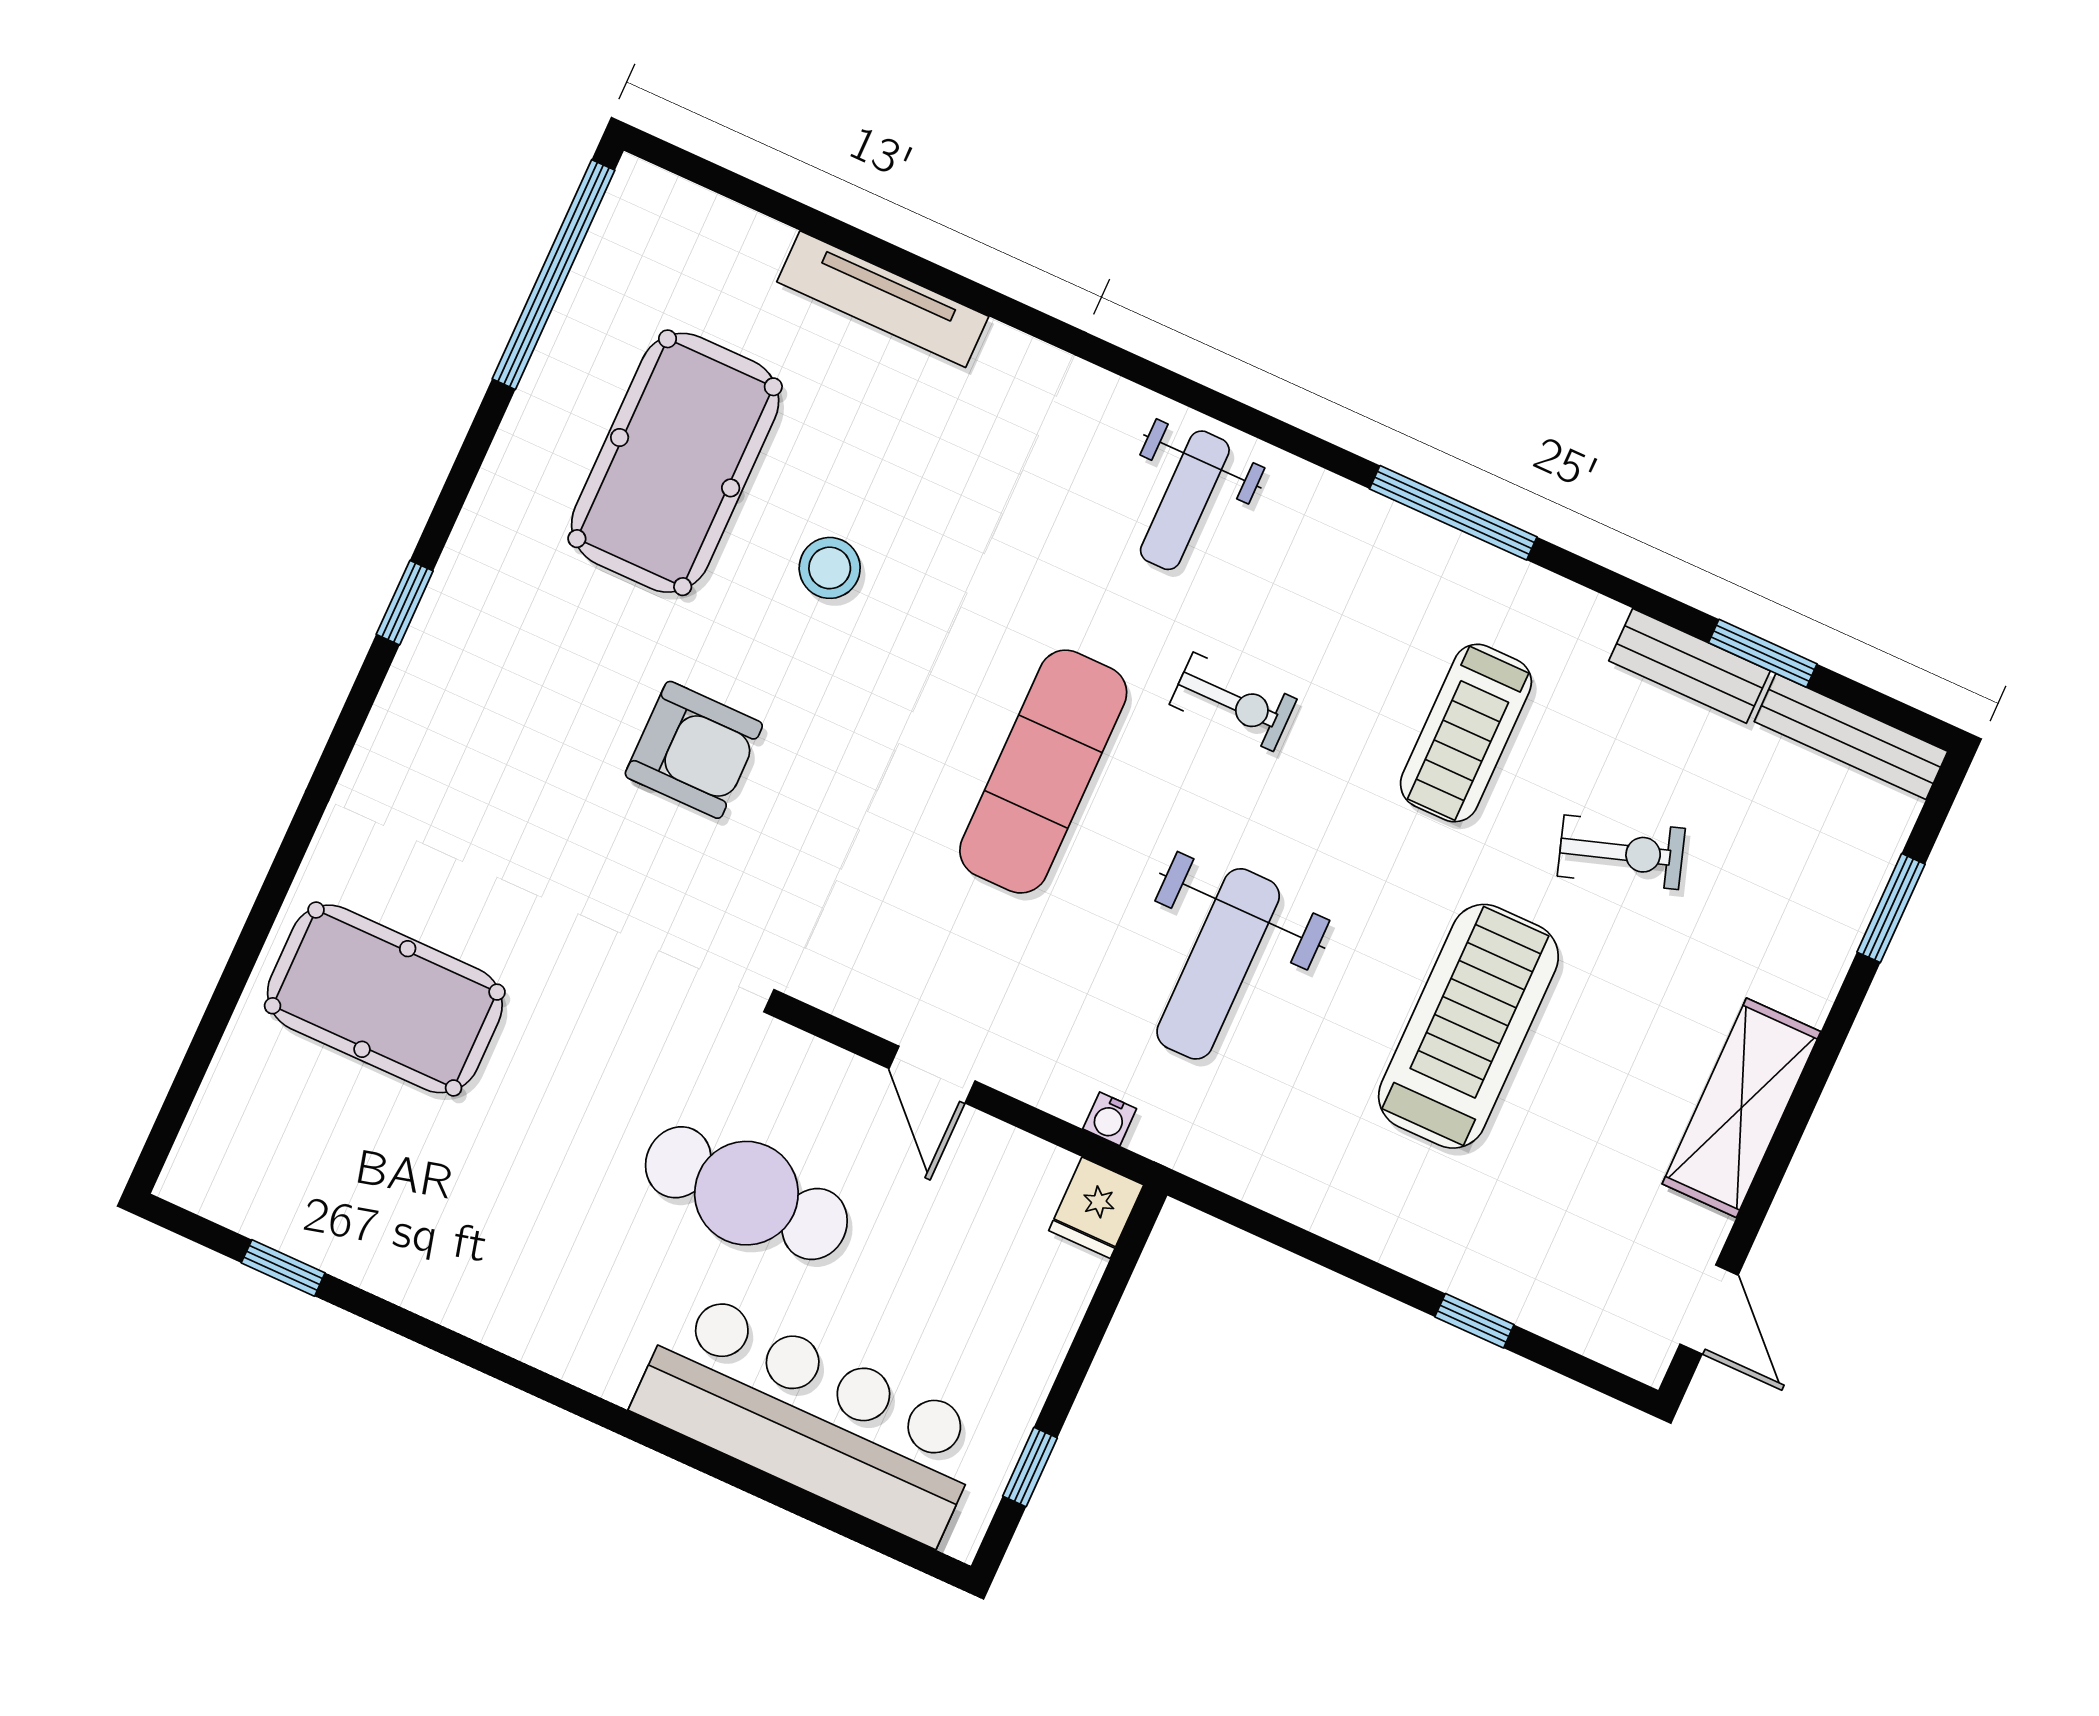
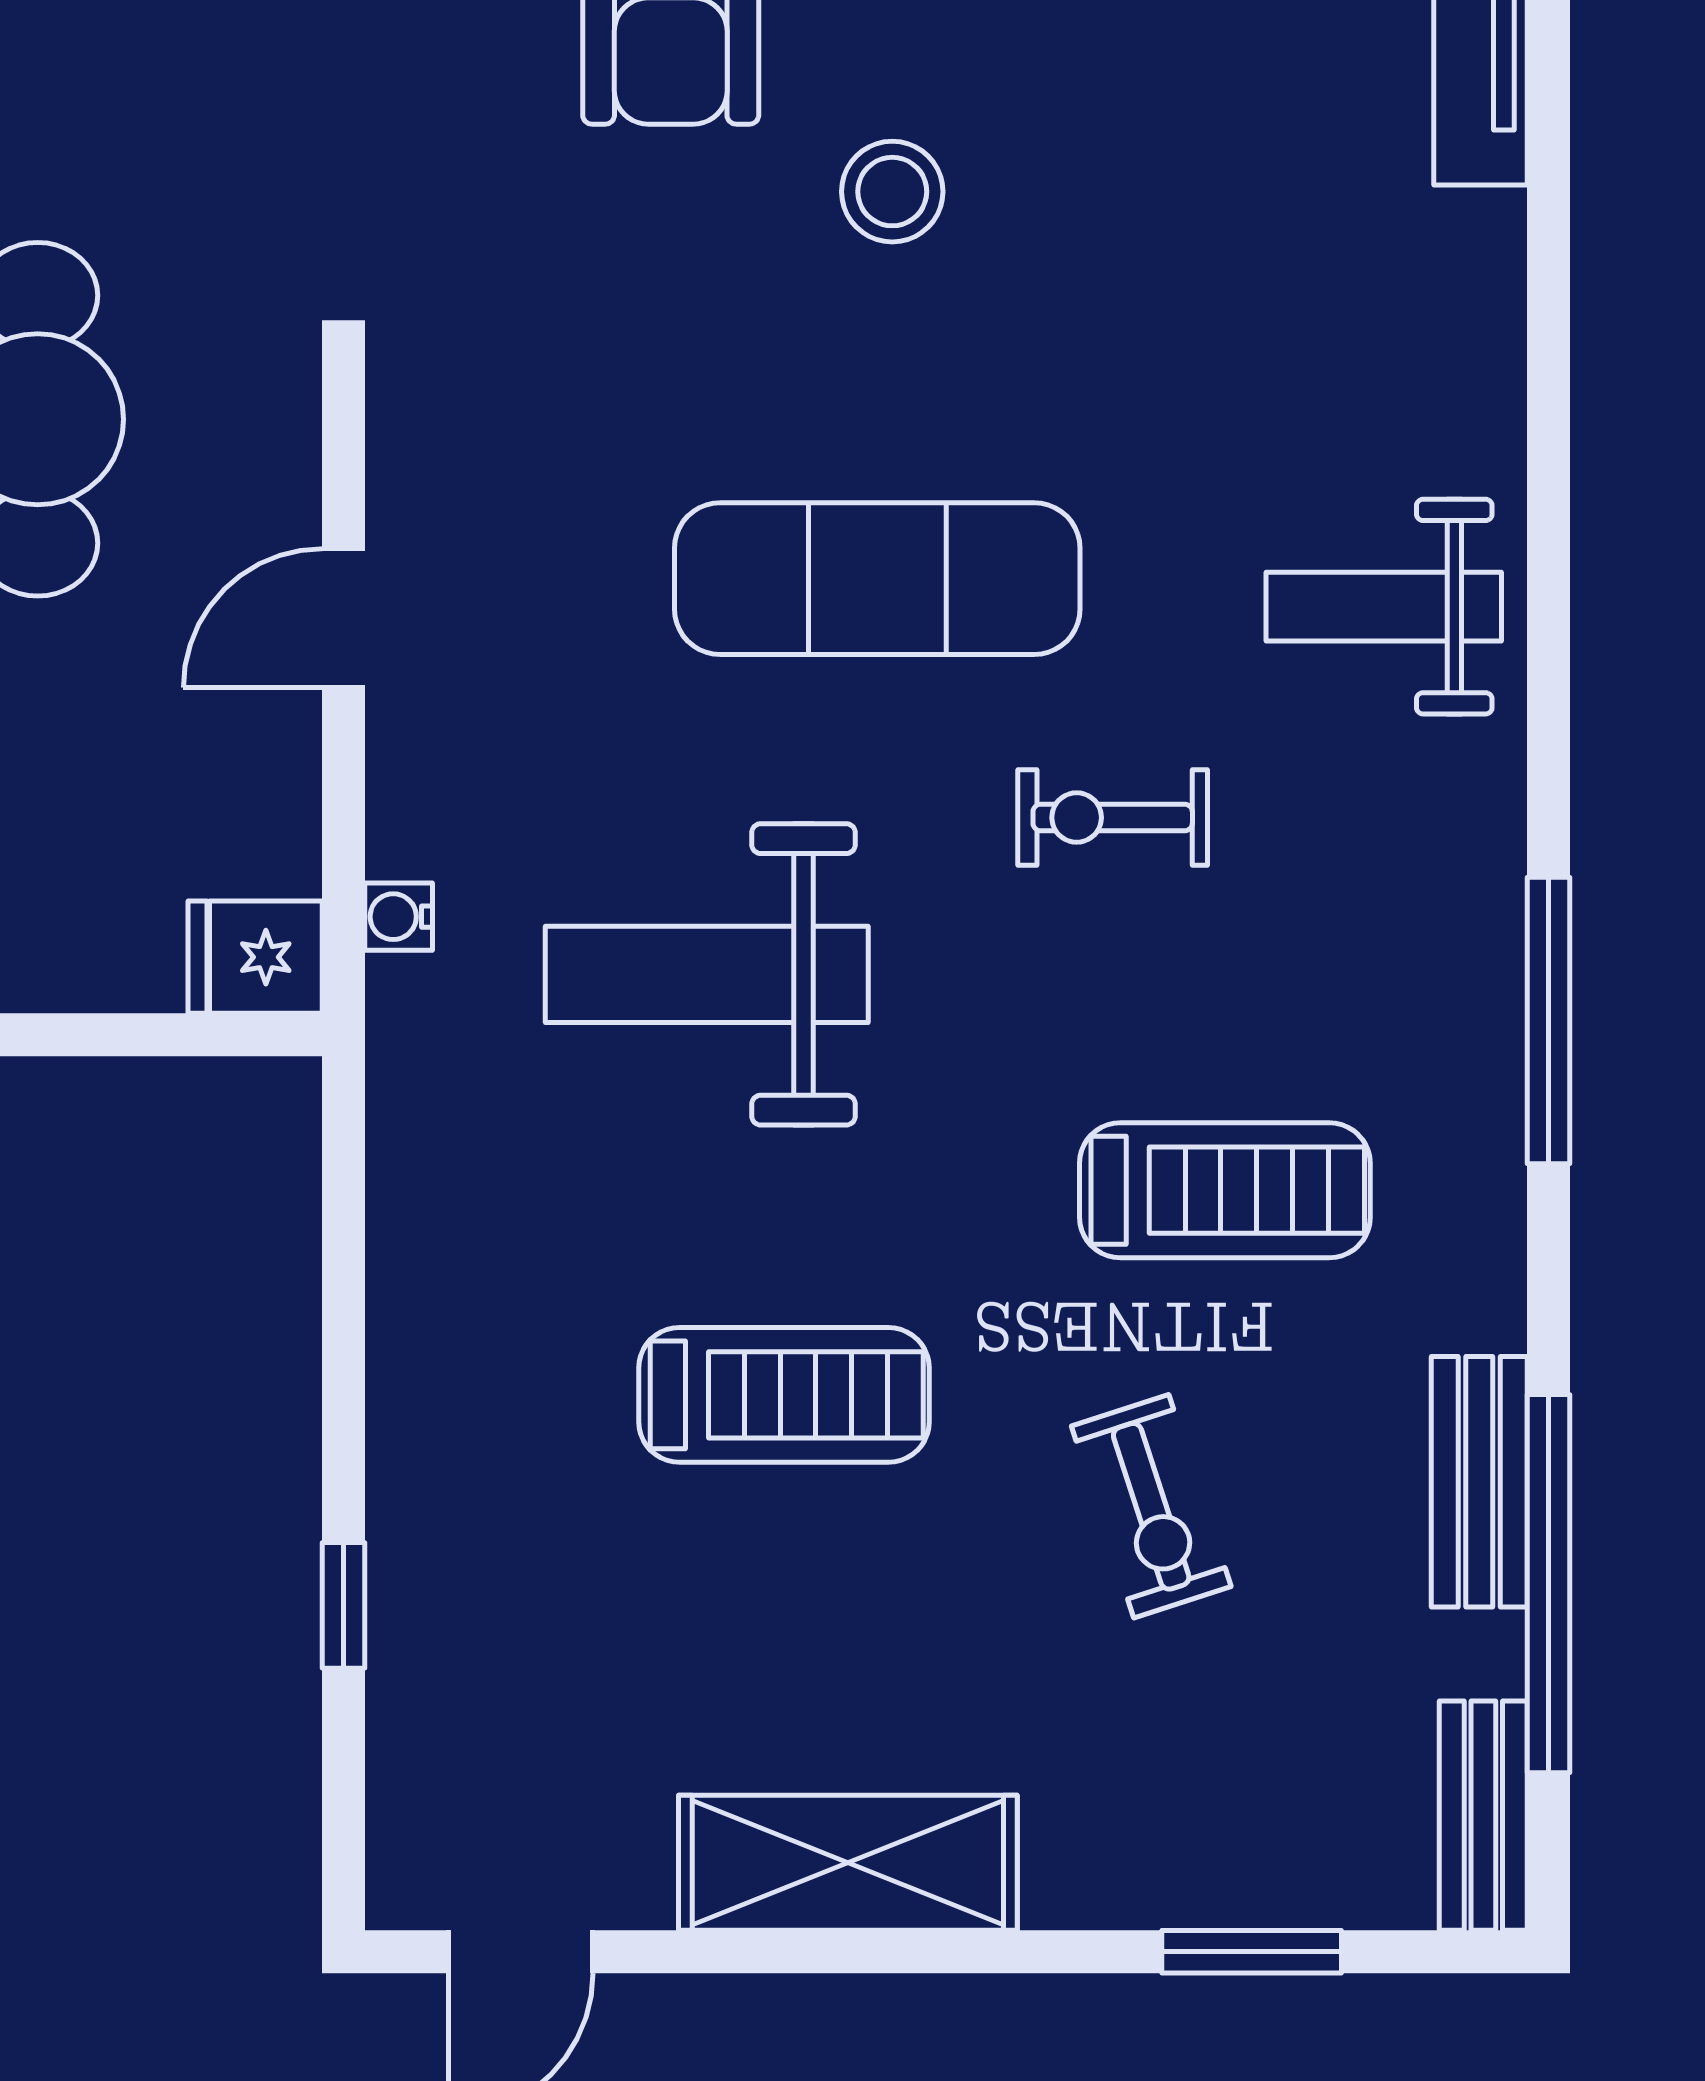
stool: (830, 568) -> (892, 192), moved
window: (1763, 653) -> (1548, 1584), width x2.11
exercise bike: (1233, 702) -> (1113, 818), turned 90
treadmill: (1466, 733) -> (1225, 1190), turned 180
bench: (1851, 736) -> (1483, 1816), width x0.73
treadmill: (1468, 1026) -> (784, 1395), width x0.73, depth x0.73

